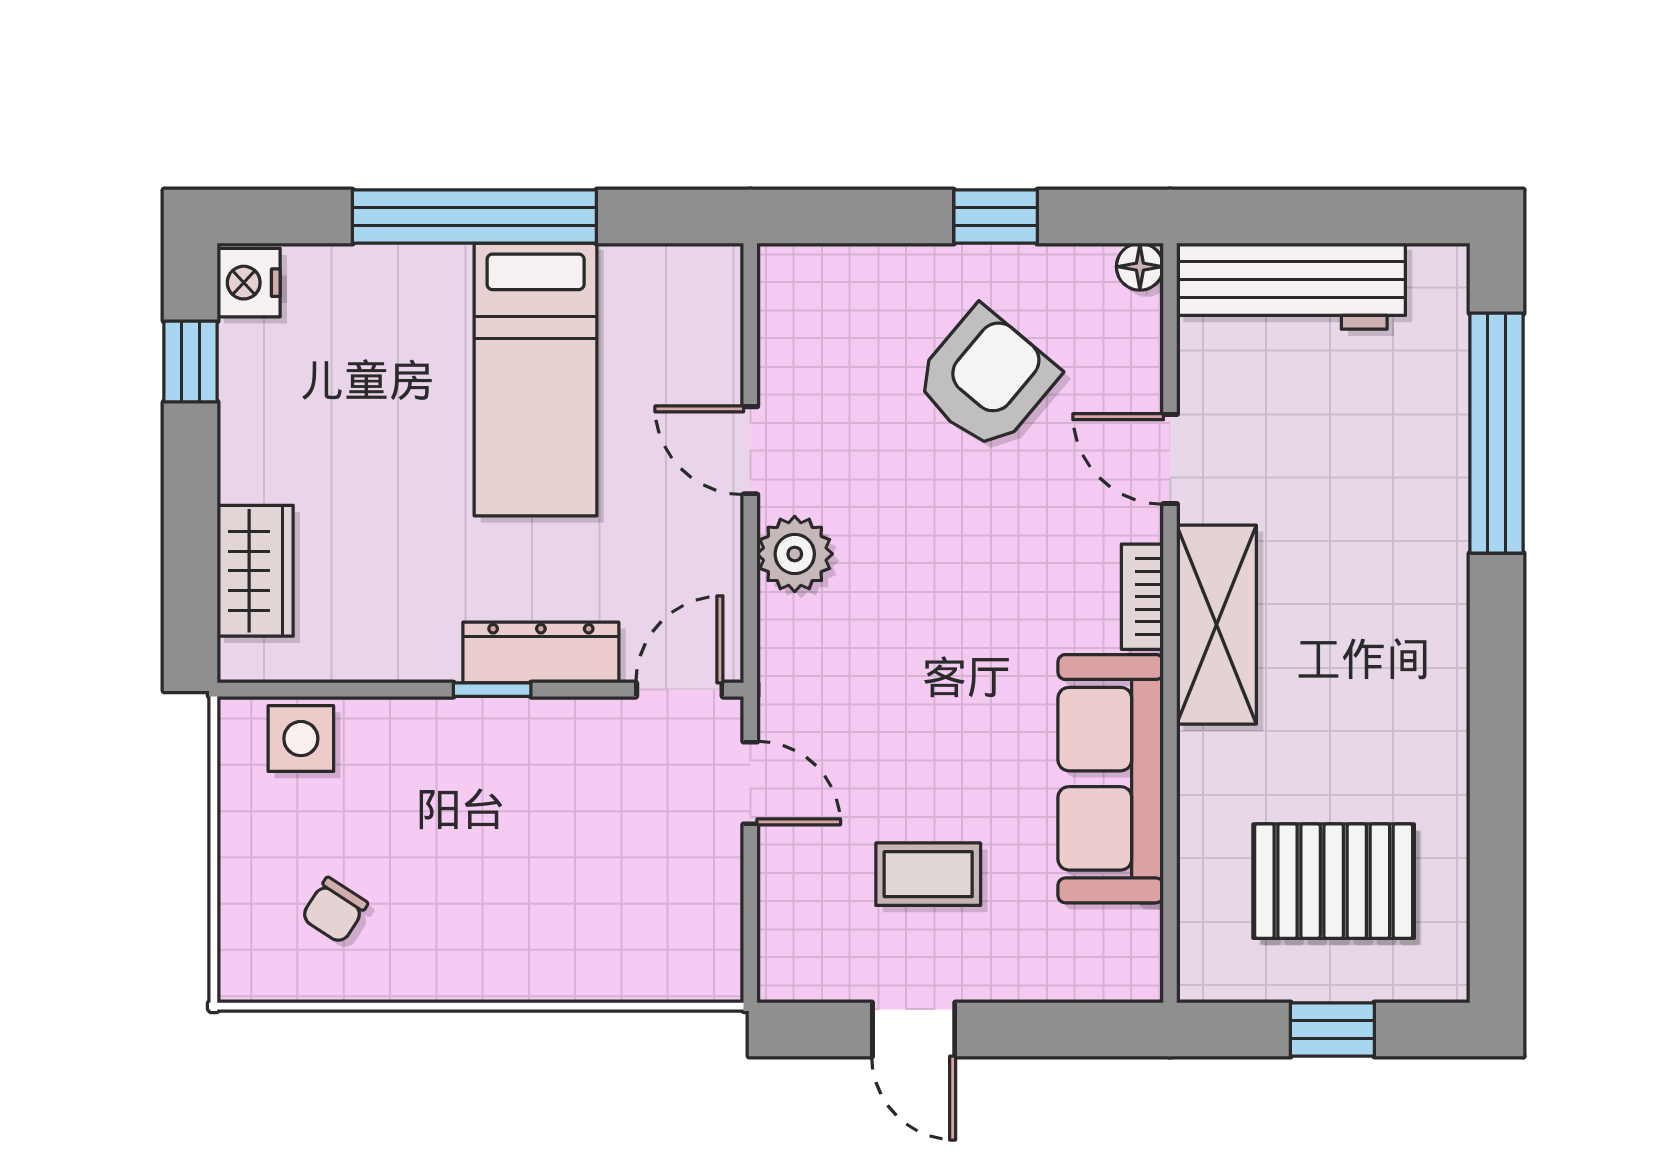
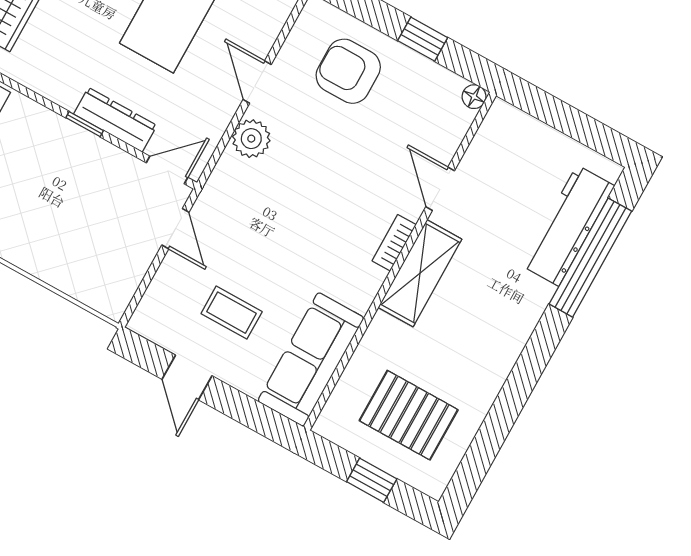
workbench: (1291, 286) -> (568, 226), moved, turned 90
armchair: (986, 379) -> (348, 71), moved, turned -130
sofa: (1111, 779) -> (311, 359), moved

